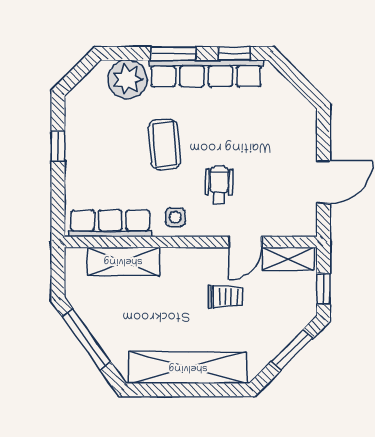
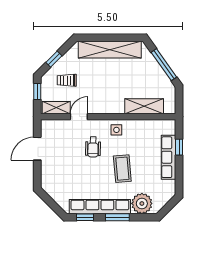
window: (58, 146) -> (179, 147), moved
row of seats: (110, 223) -> (169, 157), moved, turned 90
trolley: (226, 297) -> (67, 80), moved
window: (292, 350) -> (54, 59), width x0.67

